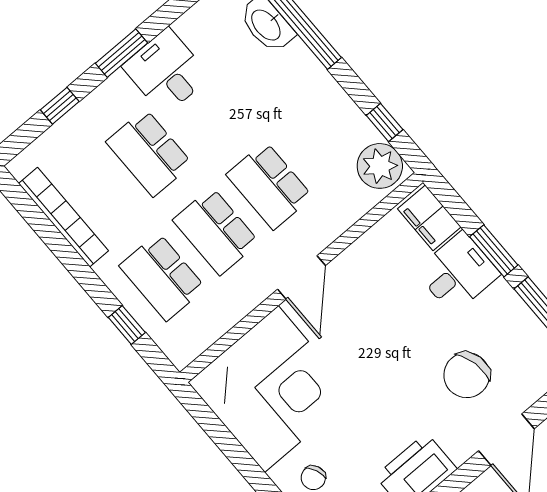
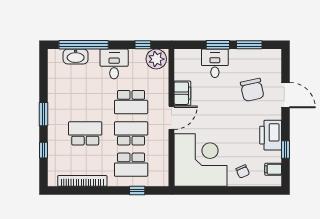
desk: (166, 71) -> (114, 64), moved, turned 90
school desk: (149, 153) -> (85, 133), turned 180
filing cabinet: (429, 218) -> (182, 93), moved, turned -90
school desk: (216, 231) -> (131, 133), turned 180
door: (301, 277) -> (171, 118), hinge flipped

